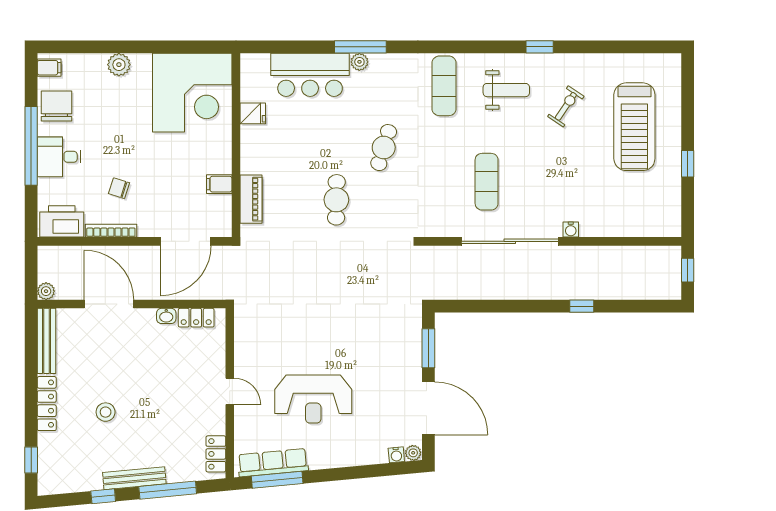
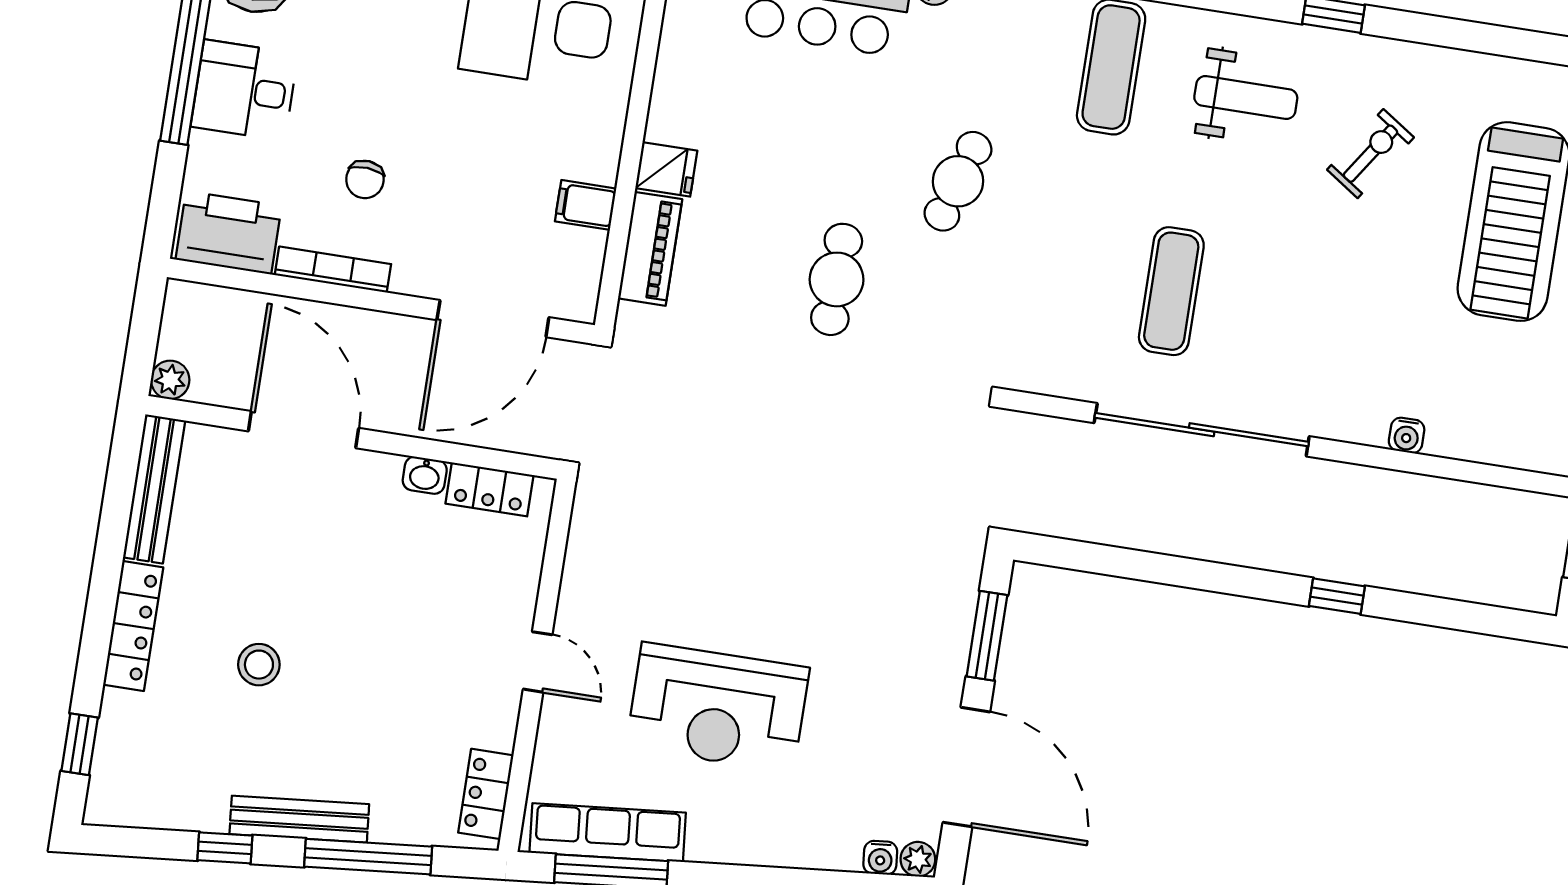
fridge: (253, 113) -> (666, 169), moved
chair: (119, 188) -> (365, 179), turned -104
water cooler: (571, 230) -> (1407, 435), moved

